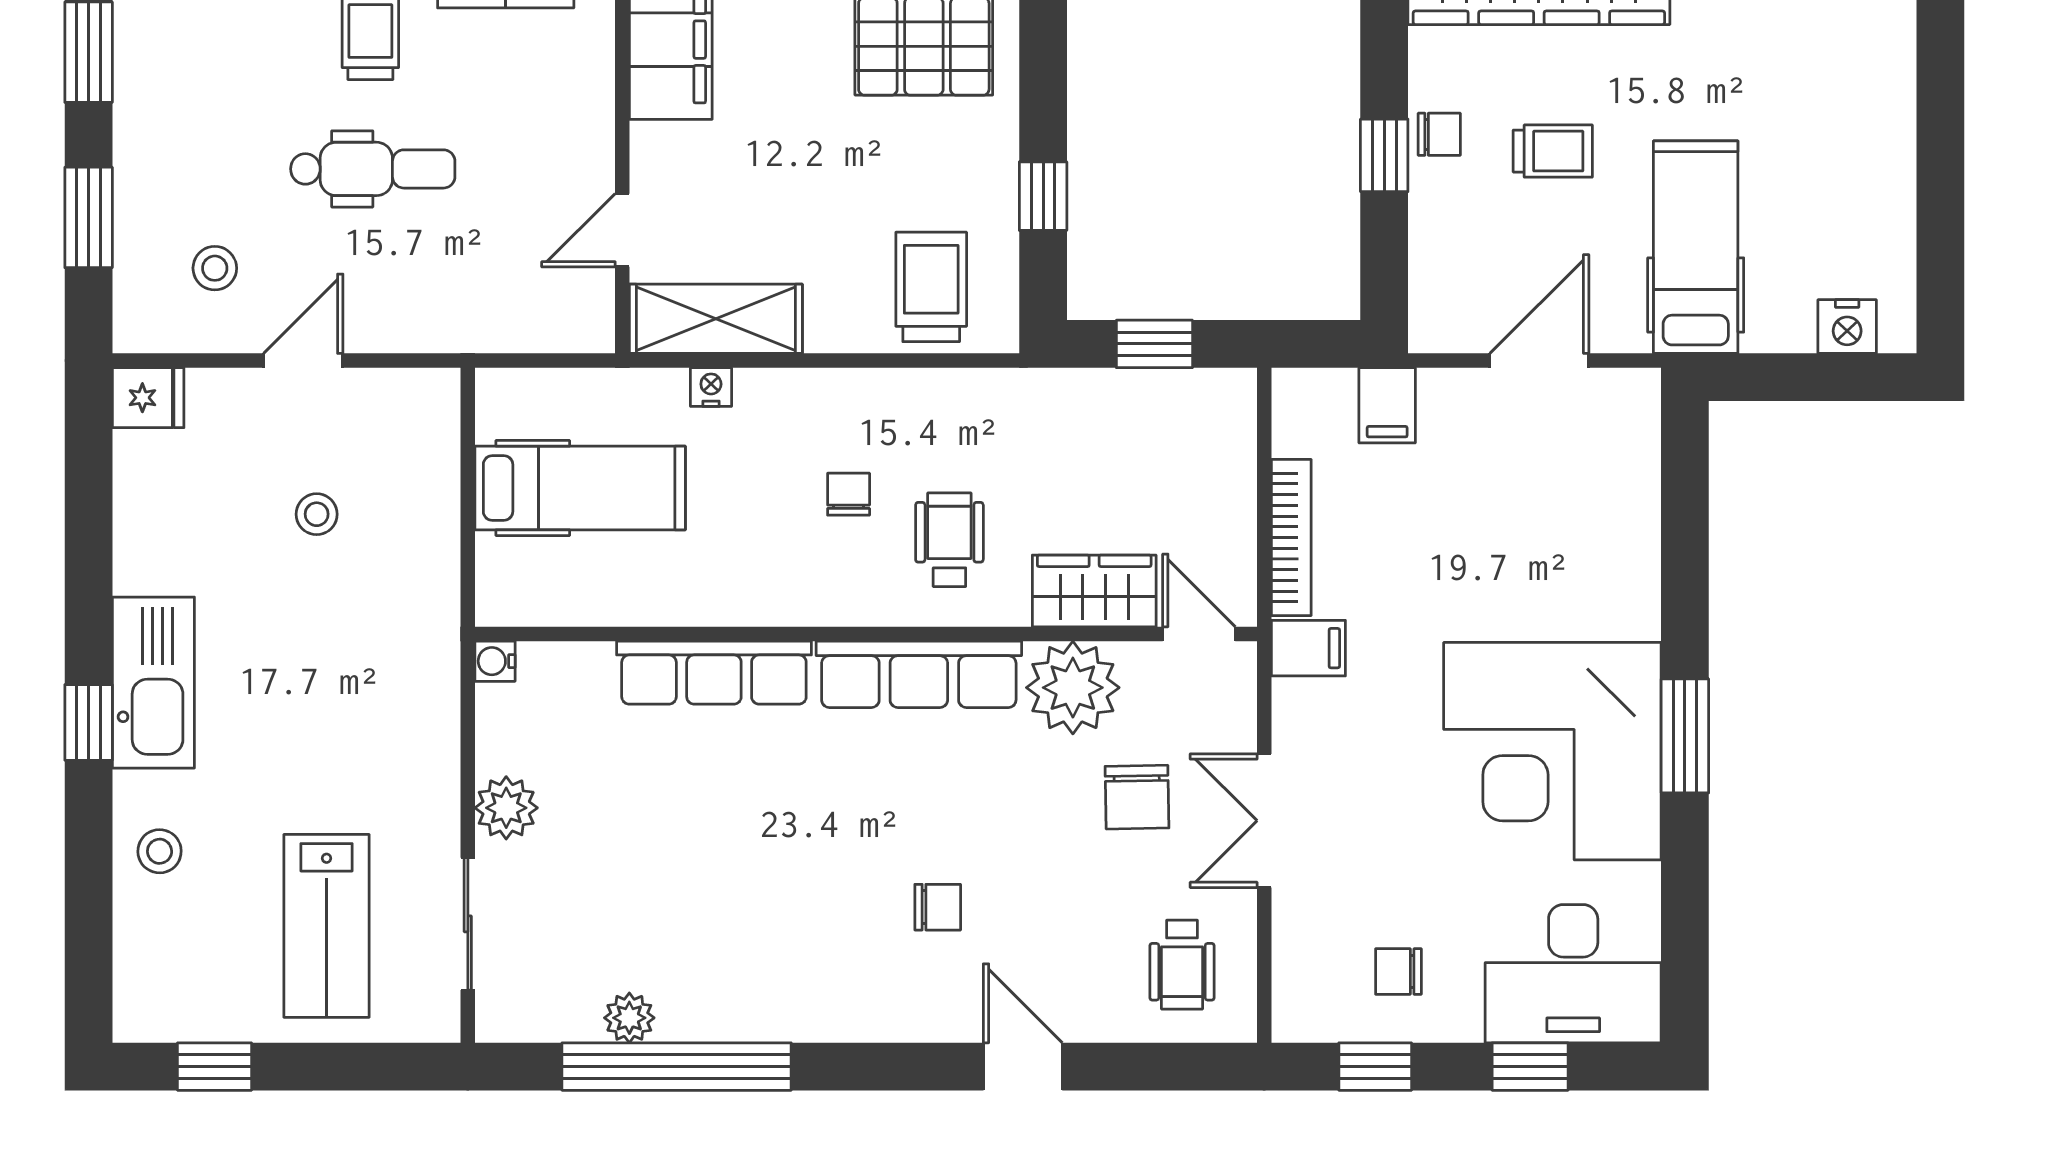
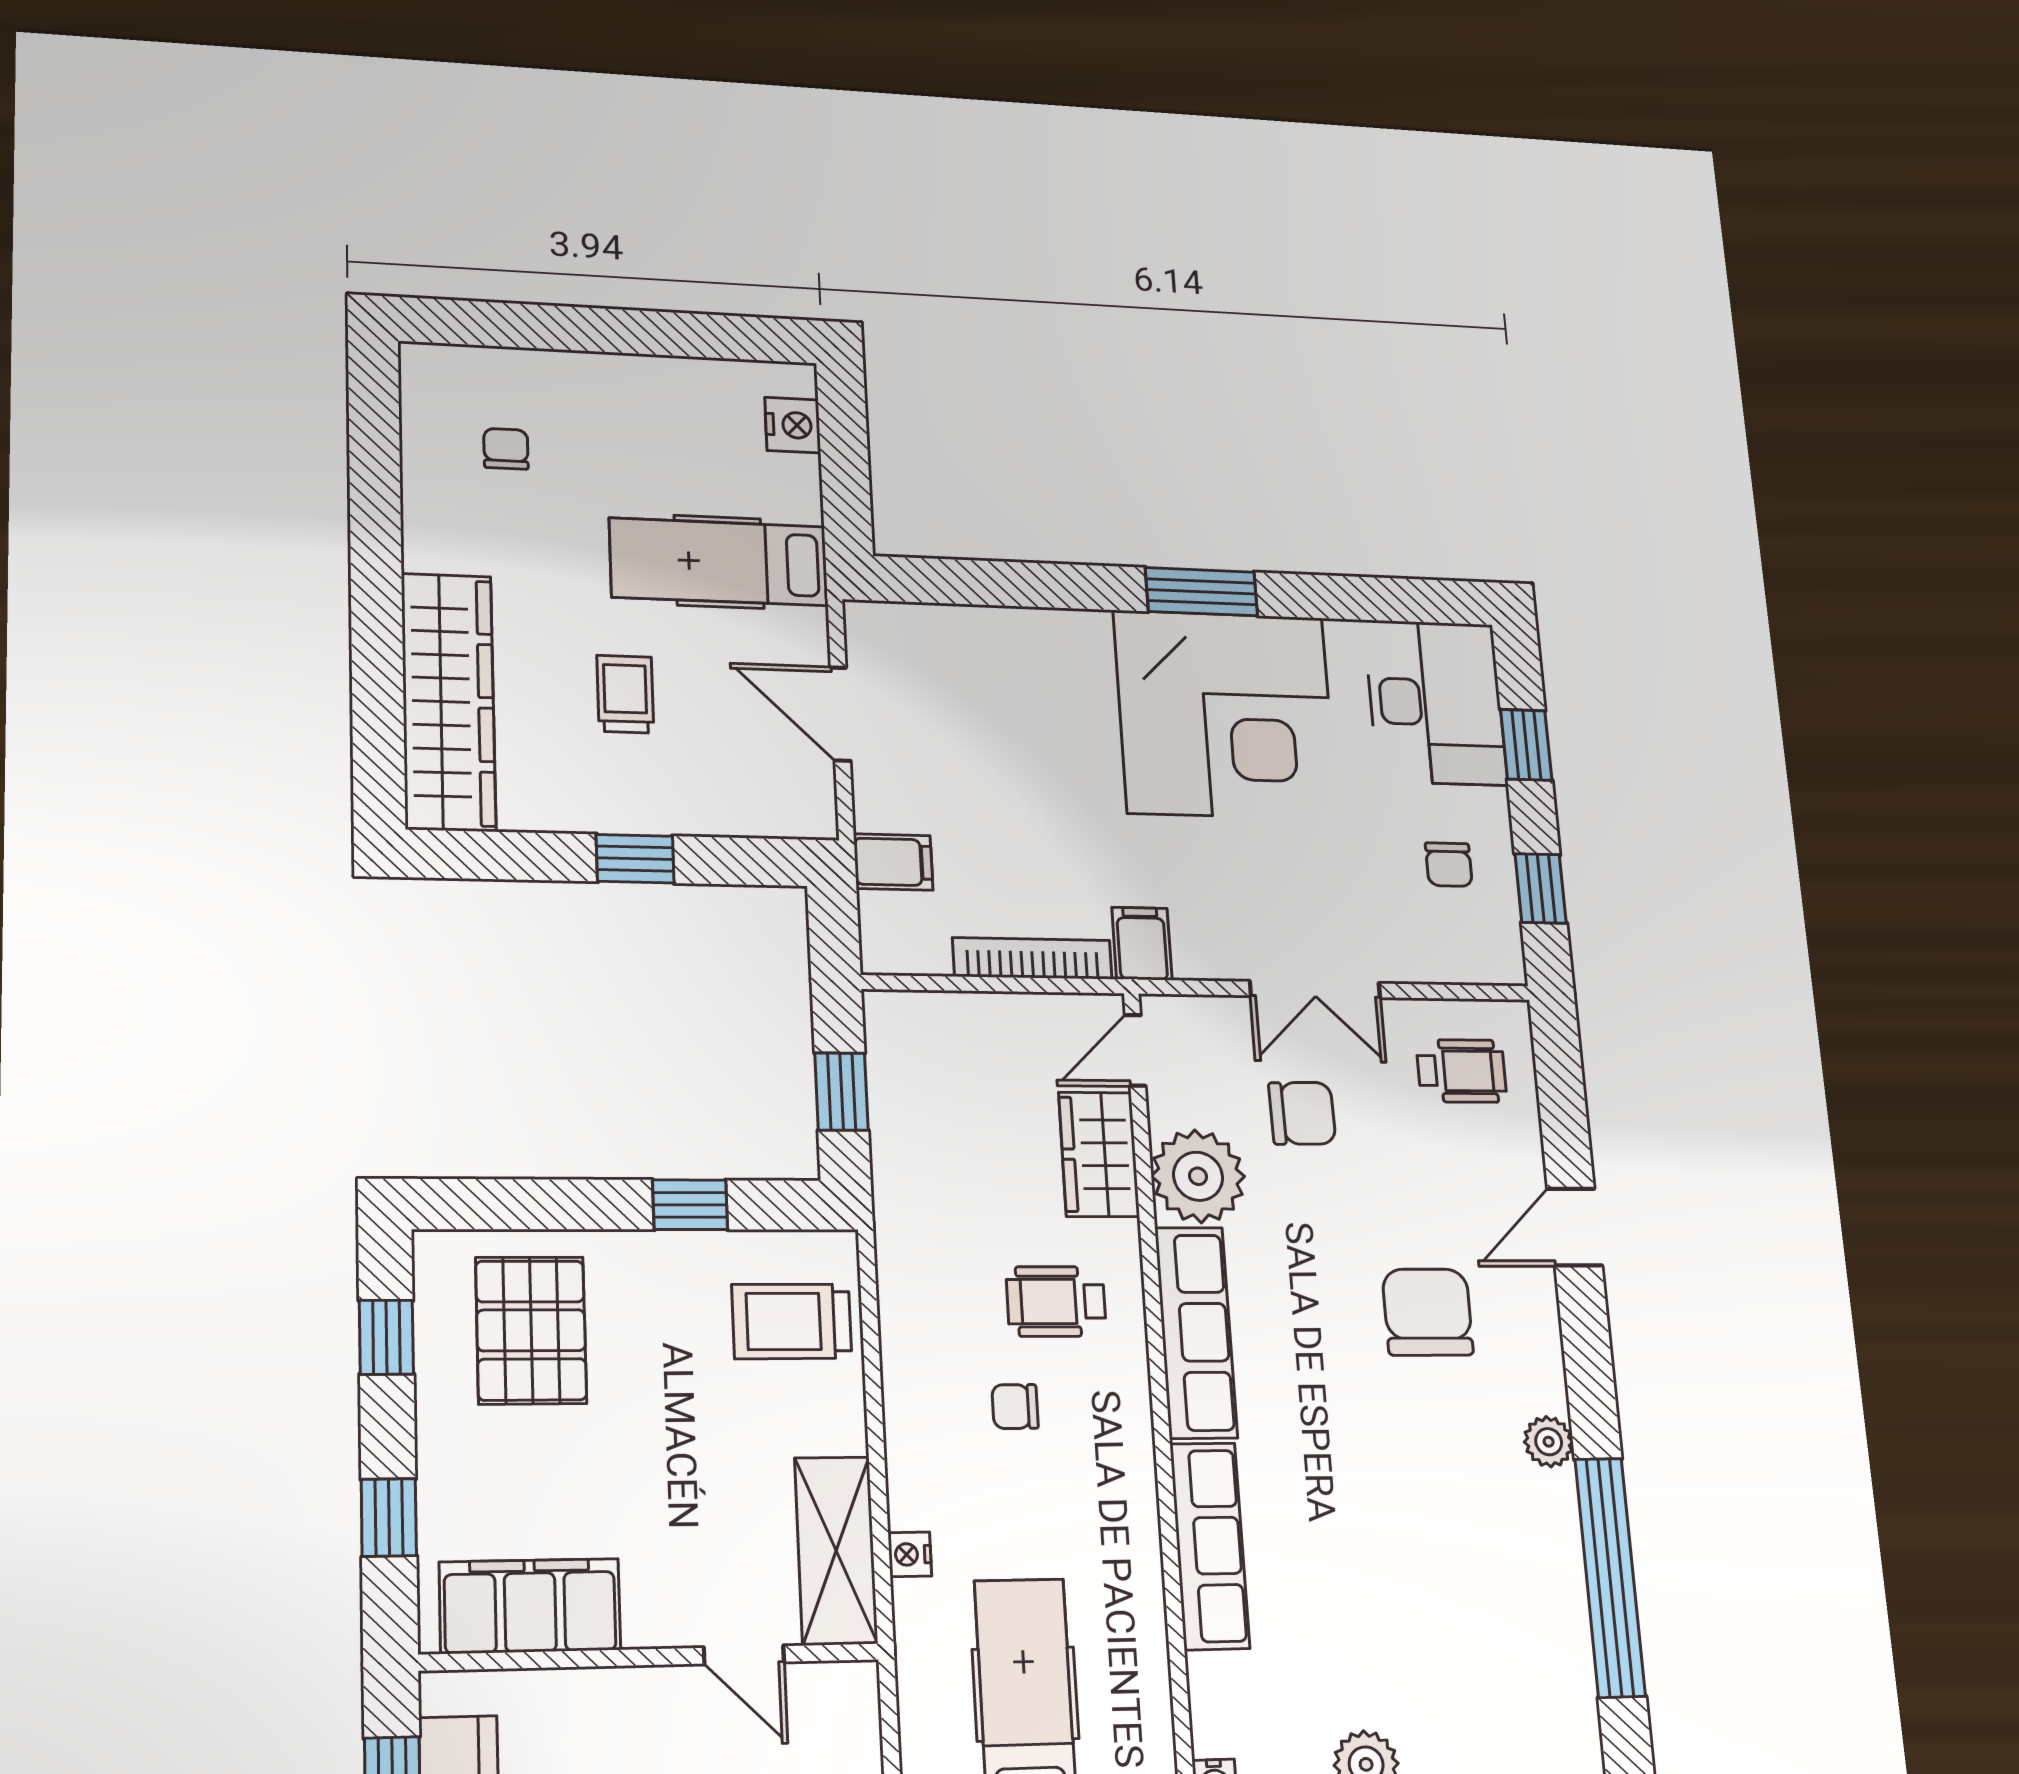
chair: (1439, 134) -> (506, 449), moved
chair: (938, 907) -> (1428, 1312), width x1.87, depth x1.87
plant: (629, 1018) -> (1549, 1442), moved

